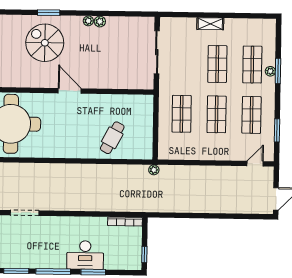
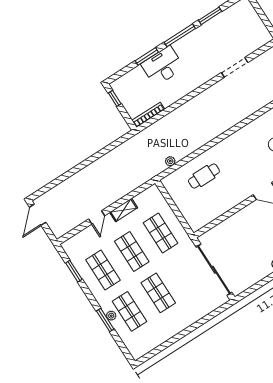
shelving: (210, 24) -> (124, 210), moved
sliding door: (157, 52) -> (214, 270), width x1.36
cafe table: (112, 138) -> (204, 176), turned 62
door: (255, 164) -> (97, 217), moved
plant: (154, 170) -> (170, 161), moved

